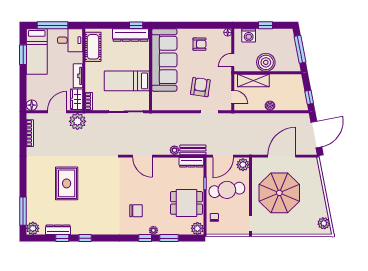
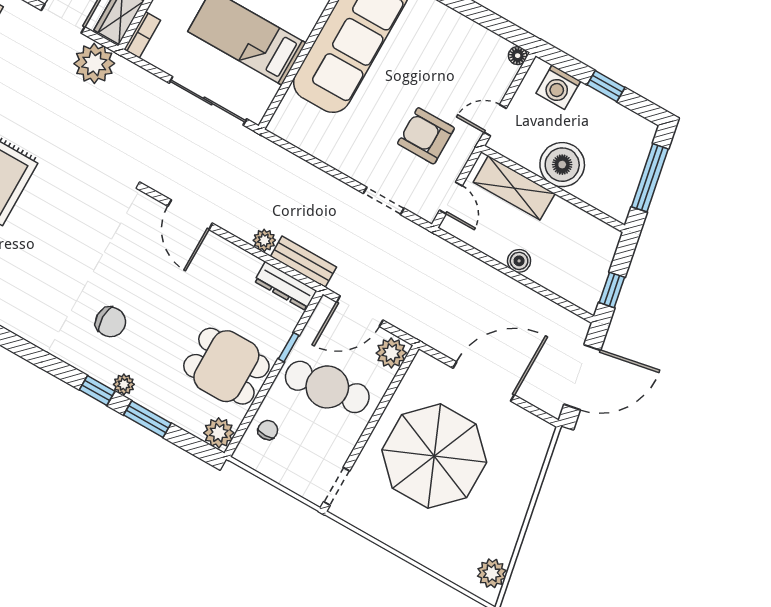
armchair: (199, 44) -> (444, 47), removed
armchair: (200, 87) -> (426, 136), moved, turned -98

